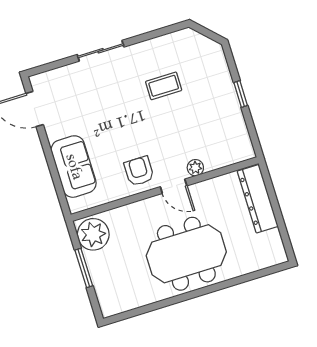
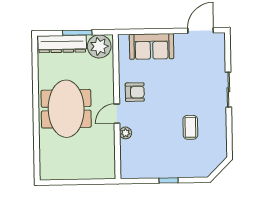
dresser: (258, 199) -> (62, 44), moved, turned 180

